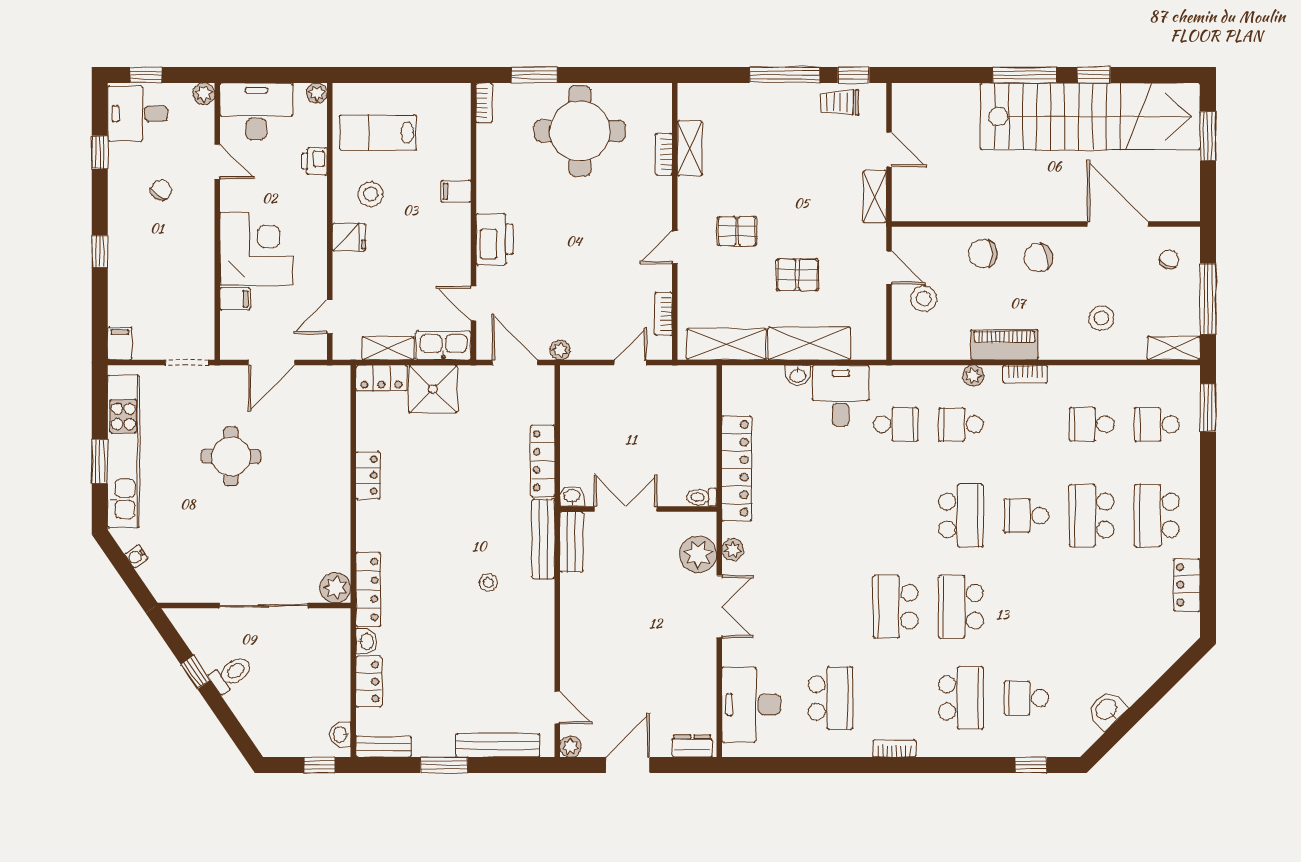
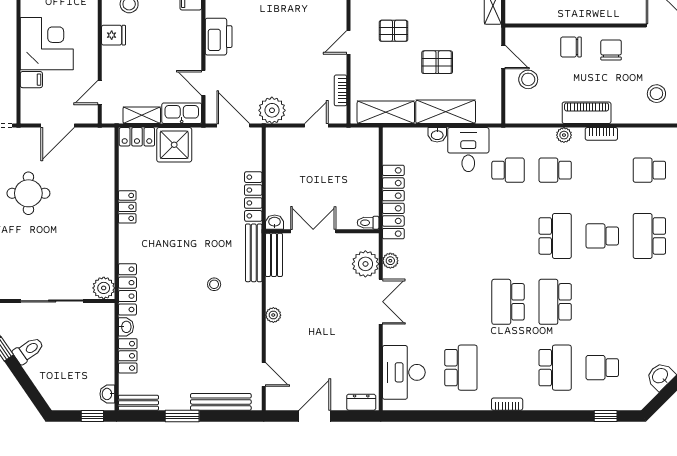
chair: (1038, 258) -> (611, 50), turned 105
plant: (560, 350) -> (272, 110), width x1.88, depth x1.88
plant: (570, 747) -> (273, 315), moved

